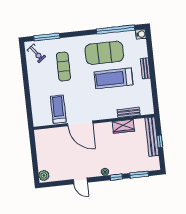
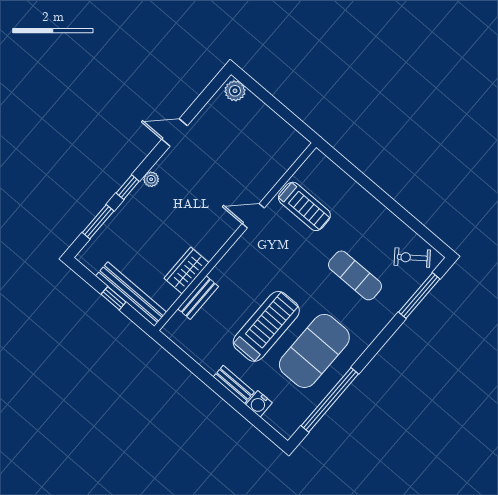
water cooler: (141, 34) -> (259, 404), moved
door: (80, 123) -> (253, 216), width x0.53

